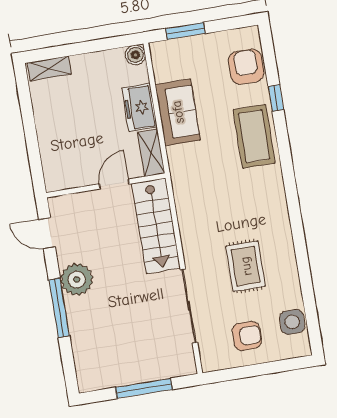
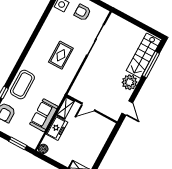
stairs: (156, 226) -> (143, 56), moved, turned 180
rug: (246, 266) -> (61, 55), moved
window: (59, 308) -> (151, 65), moved
window: (144, 388) -> (136, 22), removed

